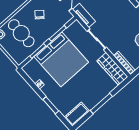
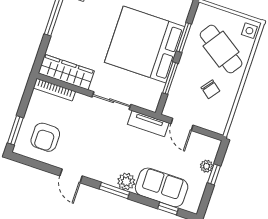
cafe table: (21, 33) -> (221, 49), turned 34

